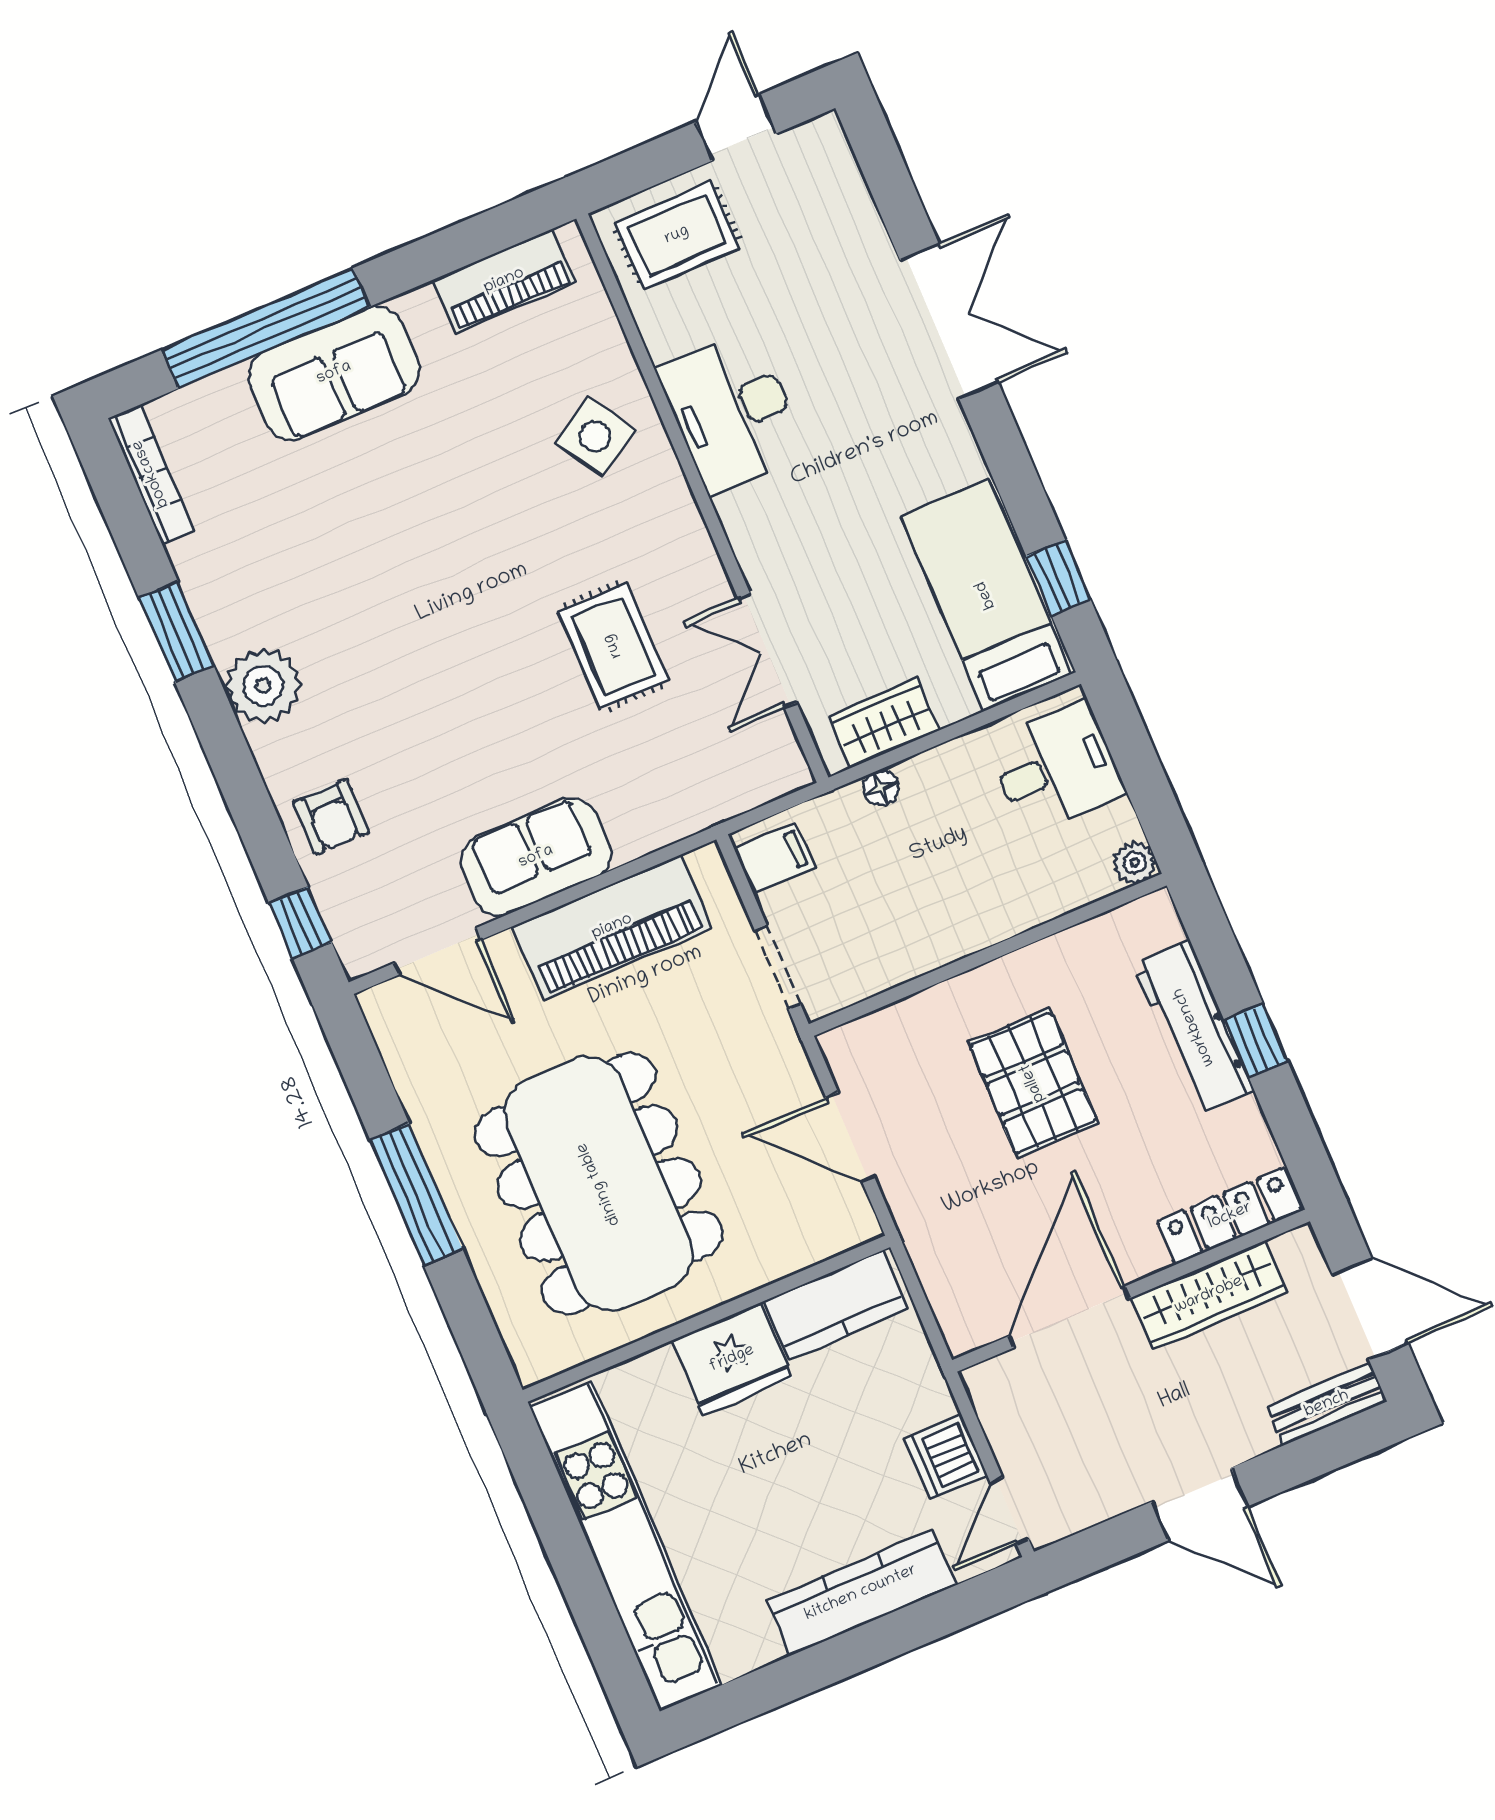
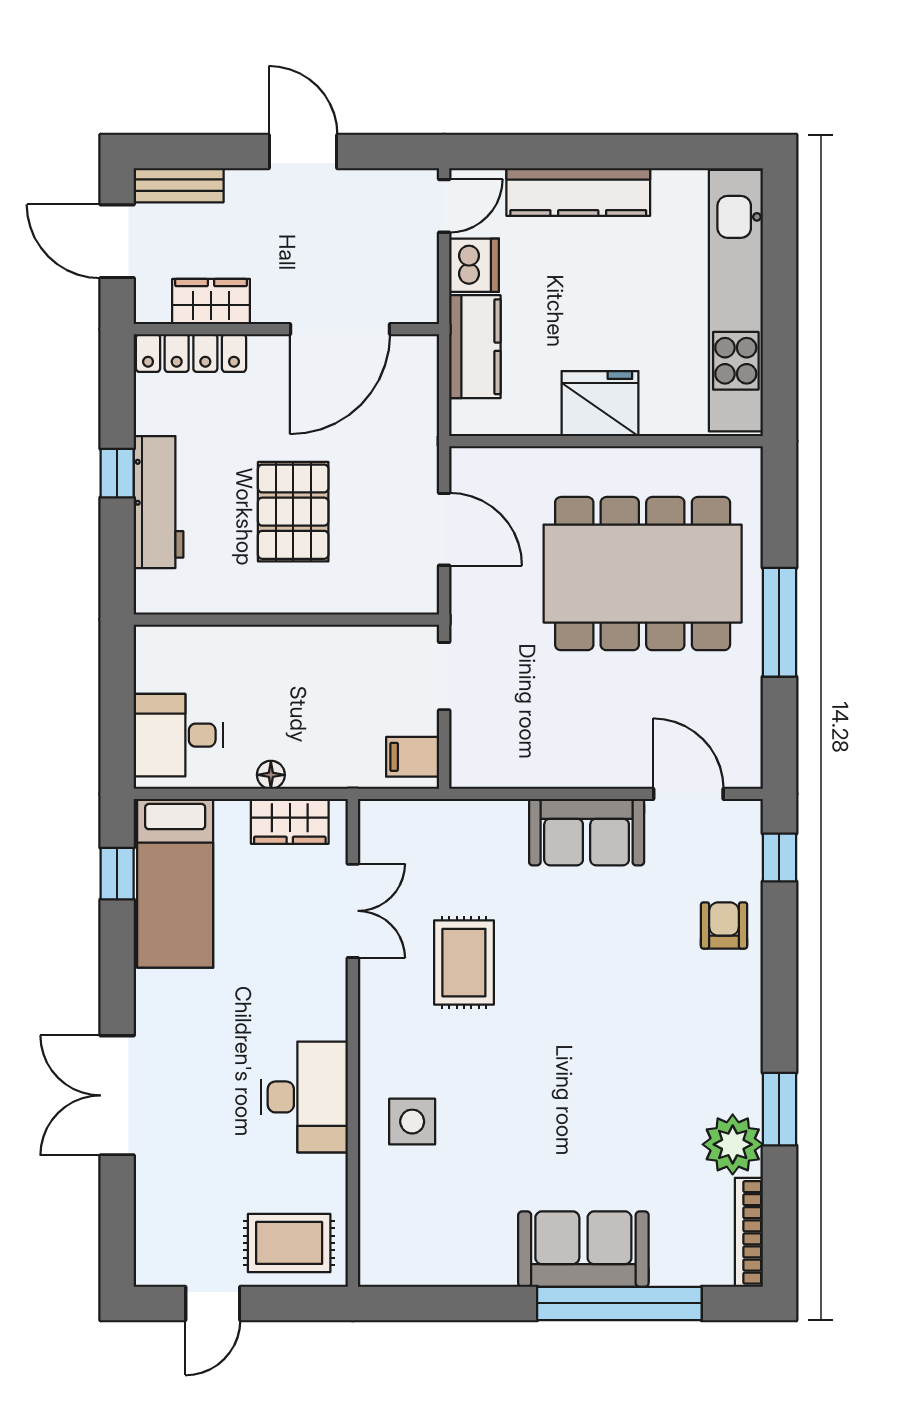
piano: (504, 281) -> (430, 1264), removed
side table: (595, 436) -> (412, 1122), turned 32
plant: (263, 686) -> (733, 1144), moved
floor lamp: (881, 788) -> (271, 775), moved
plant: (1135, 863) -> (150, 641), removed
piano: (612, 927) -> (553, 757), removed
dining table: (599, 1184) -> (643, 574), turned 90
wardrobe: (1209, 1295) -> (211, 302), width x0.67
kitchen counter: (836, 1305) -> (475, 347), moved, turned 90

